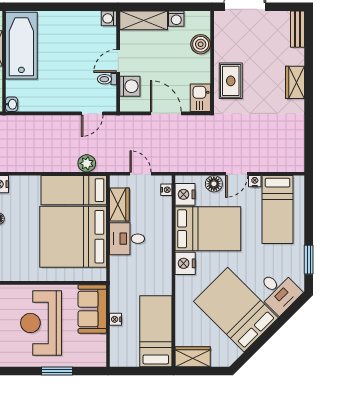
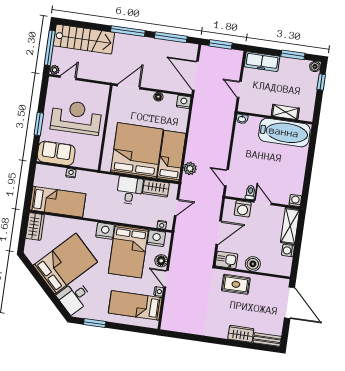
boiler: (201, 44) -> (253, 264), moved
wardrobe: (295, 82) -> (241, 334), moved
sofa: (92, 309) -> (56, 153), moved

